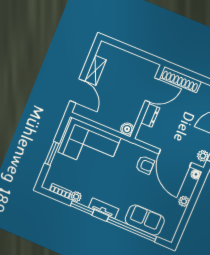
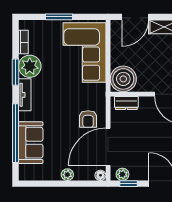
dresser: (150, 115) -> (126, 103), moved
boiler: (127, 129) -> (123, 79), width x1.86, depth x1.86
plant: (76, 197) -> (30, 66), width x1.88, depth x1.88

